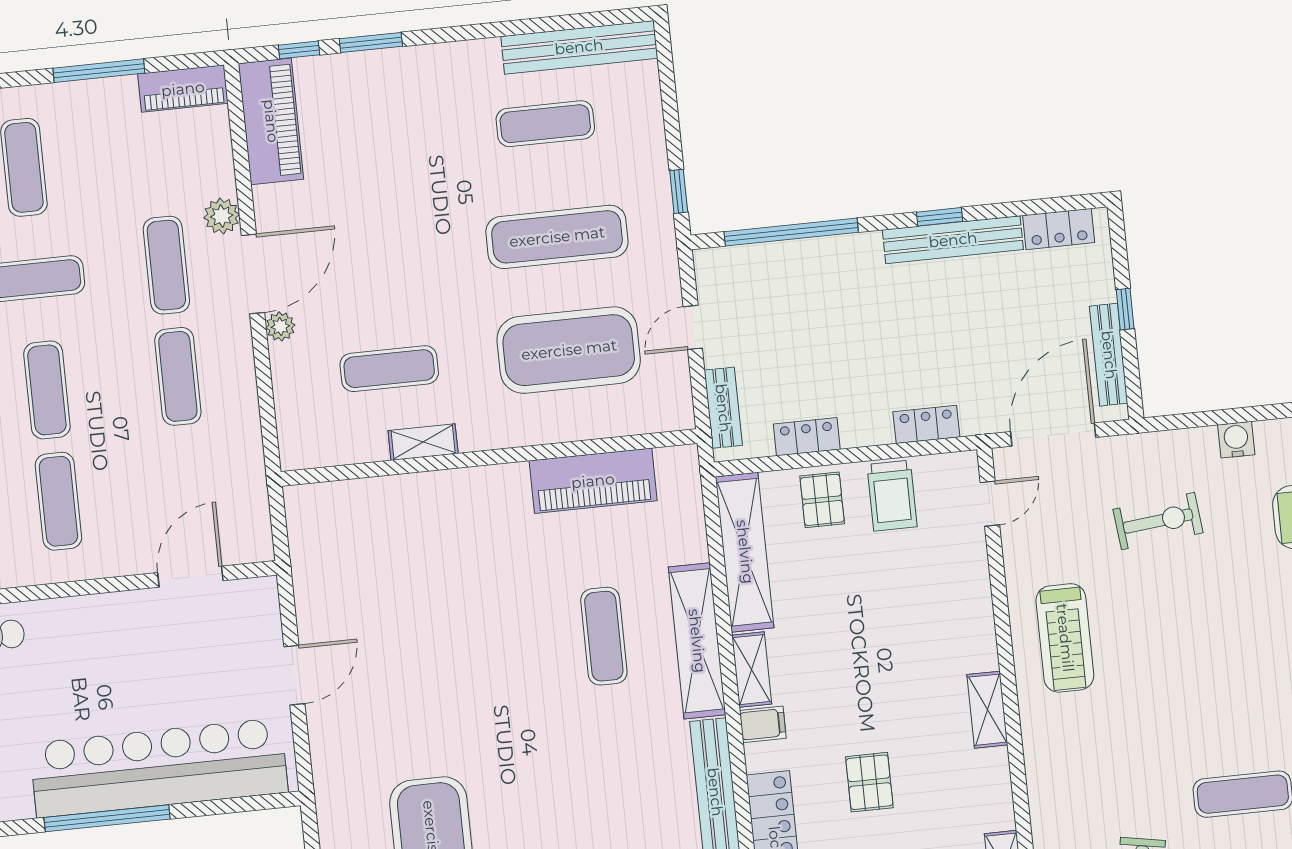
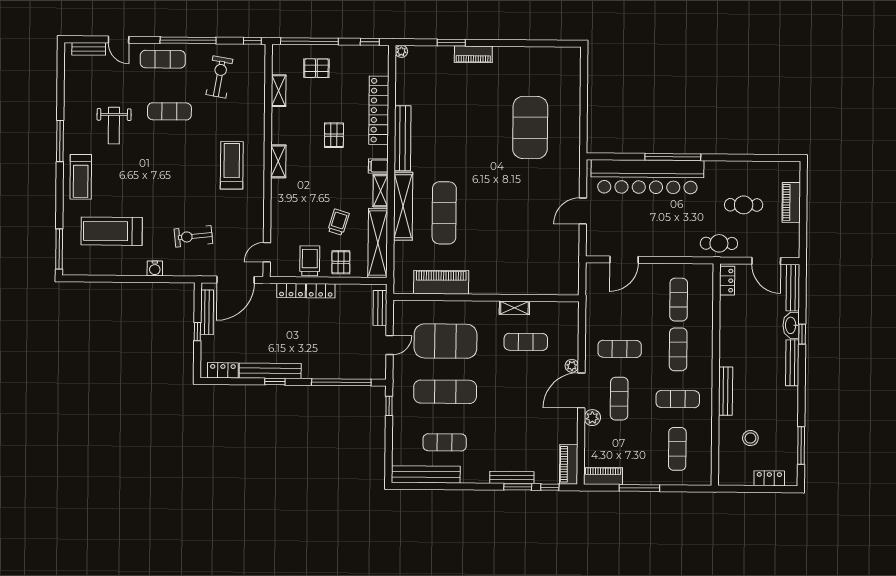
bench: (386, 62) -> (512, 478), added
piano: (271, 121) -> (569, 464), width x0.73, depth x0.75
exercise mat: (178, 376) -> (620, 349), turned 90
locker: (807, 437) -> (321, 291), moved
trolley: (837, 589) -> (339, 222), added
exercise mat: (604, 636) -> (444, 213), width x1.36, depth x1.45
treadmill: (1065, 638) -> (232, 165), moved

